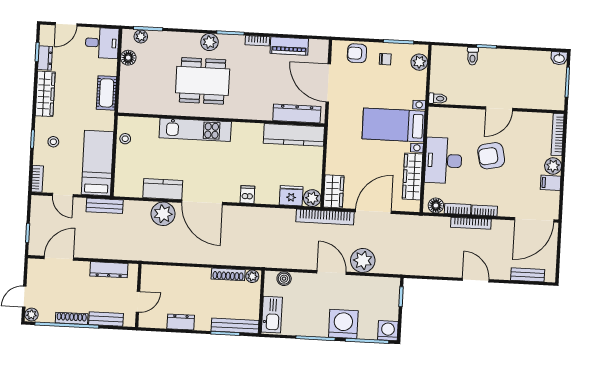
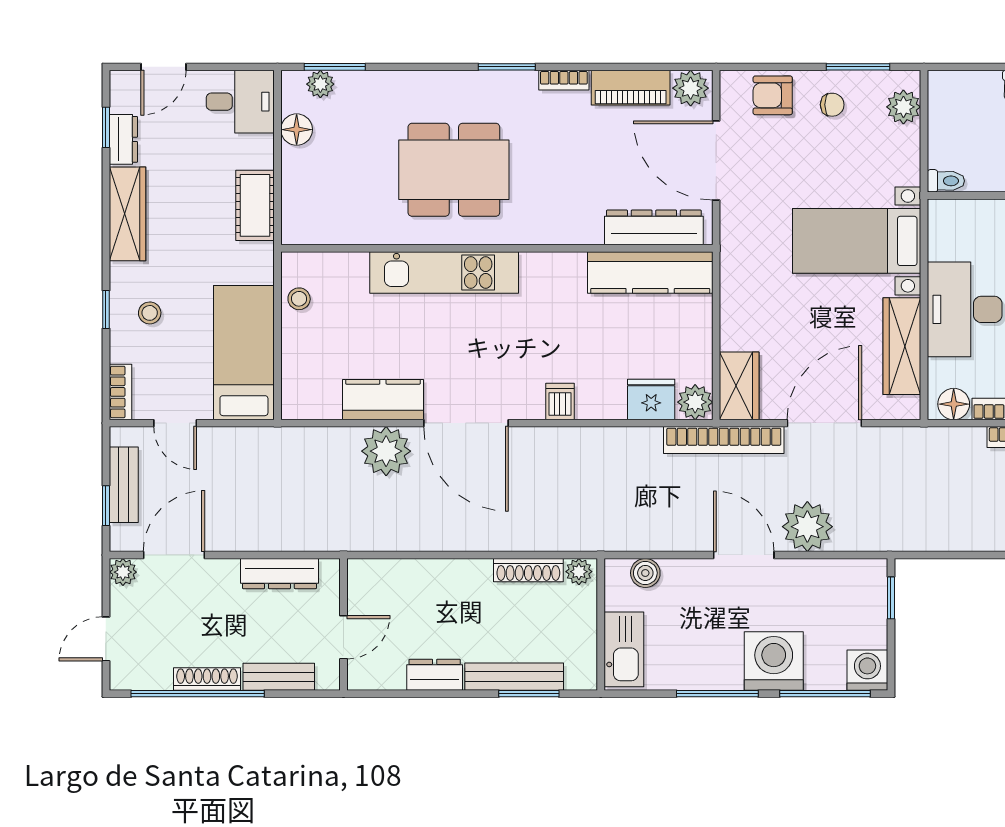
plant: (209, 42) -> (691, 88), moved
bench: (105, 206) -> (124, 485), moved, turned 90
plant: (31, 315) -> (123, 572), moved
bench: (235, 326) -> (514, 677), moved

